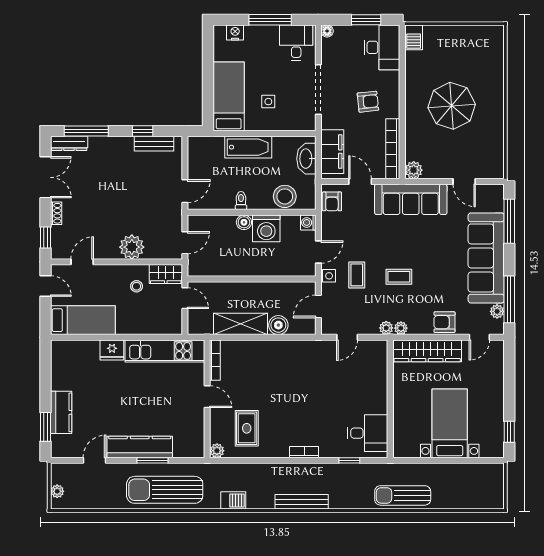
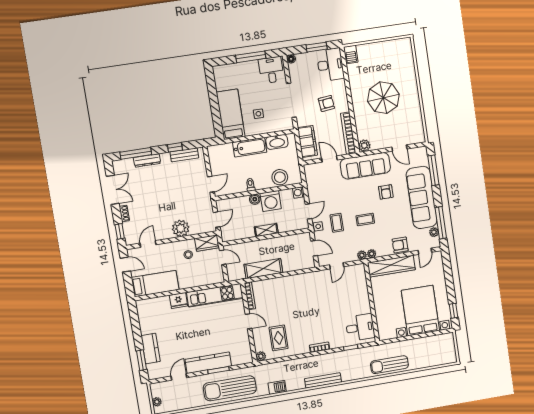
nightstand: (235, 33) -> (228, 69), removed
dresser: (69, 143) -> (147, 160), moved
washbasin: (306, 159) -> (277, 142), moved, turned -90
armchair: (332, 201) -> (386, 192), moved
shelving: (253, 269) -> (266, 230), added
door: (318, 306) -> (314, 248), swing flipped
boiler: (278, 325) -> (289, 265), removed
bed with nightstands: (450, 423) -> (420, 311), width x1.36

